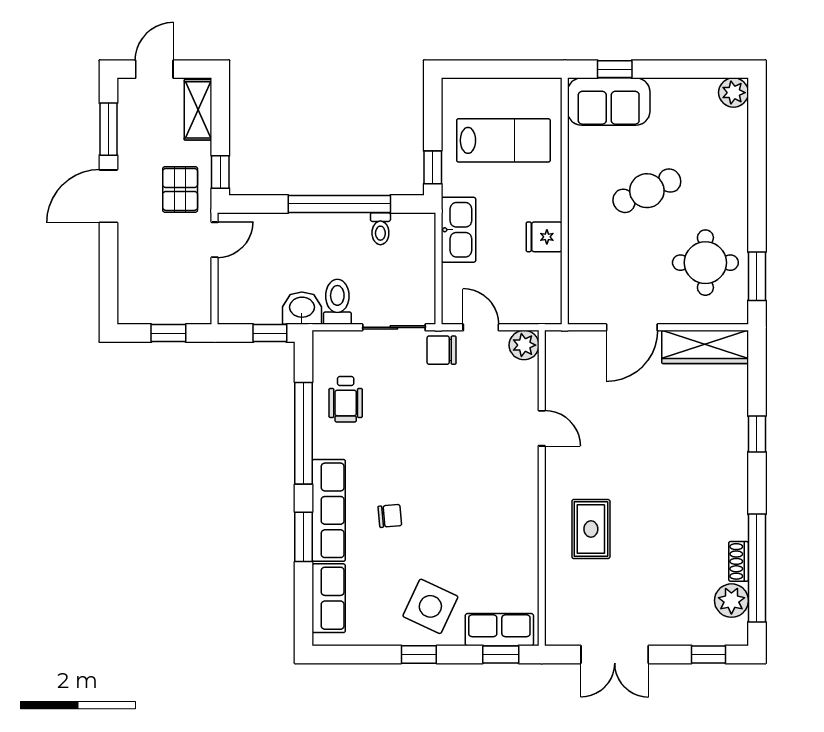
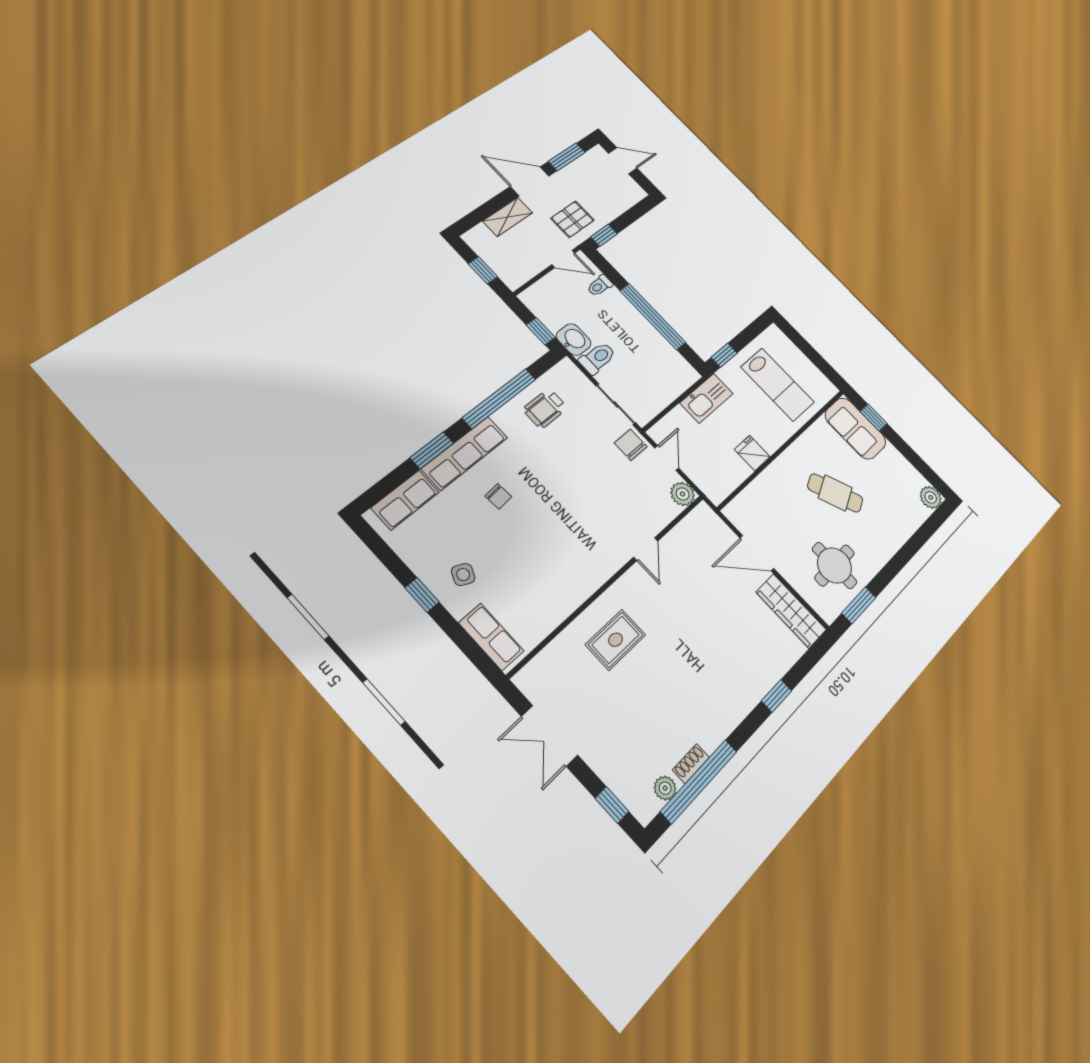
shelving: (198, 110) -> (508, 217), moved
toilet: (380, 229) -> (600, 286), moved
plant: (731, 601) -> (665, 788), width x0.73, depth x0.73
side table: (430, 606) -> (463, 575), width x0.54, depth x0.54
window: (501, 654) -> (475, 653), removed

